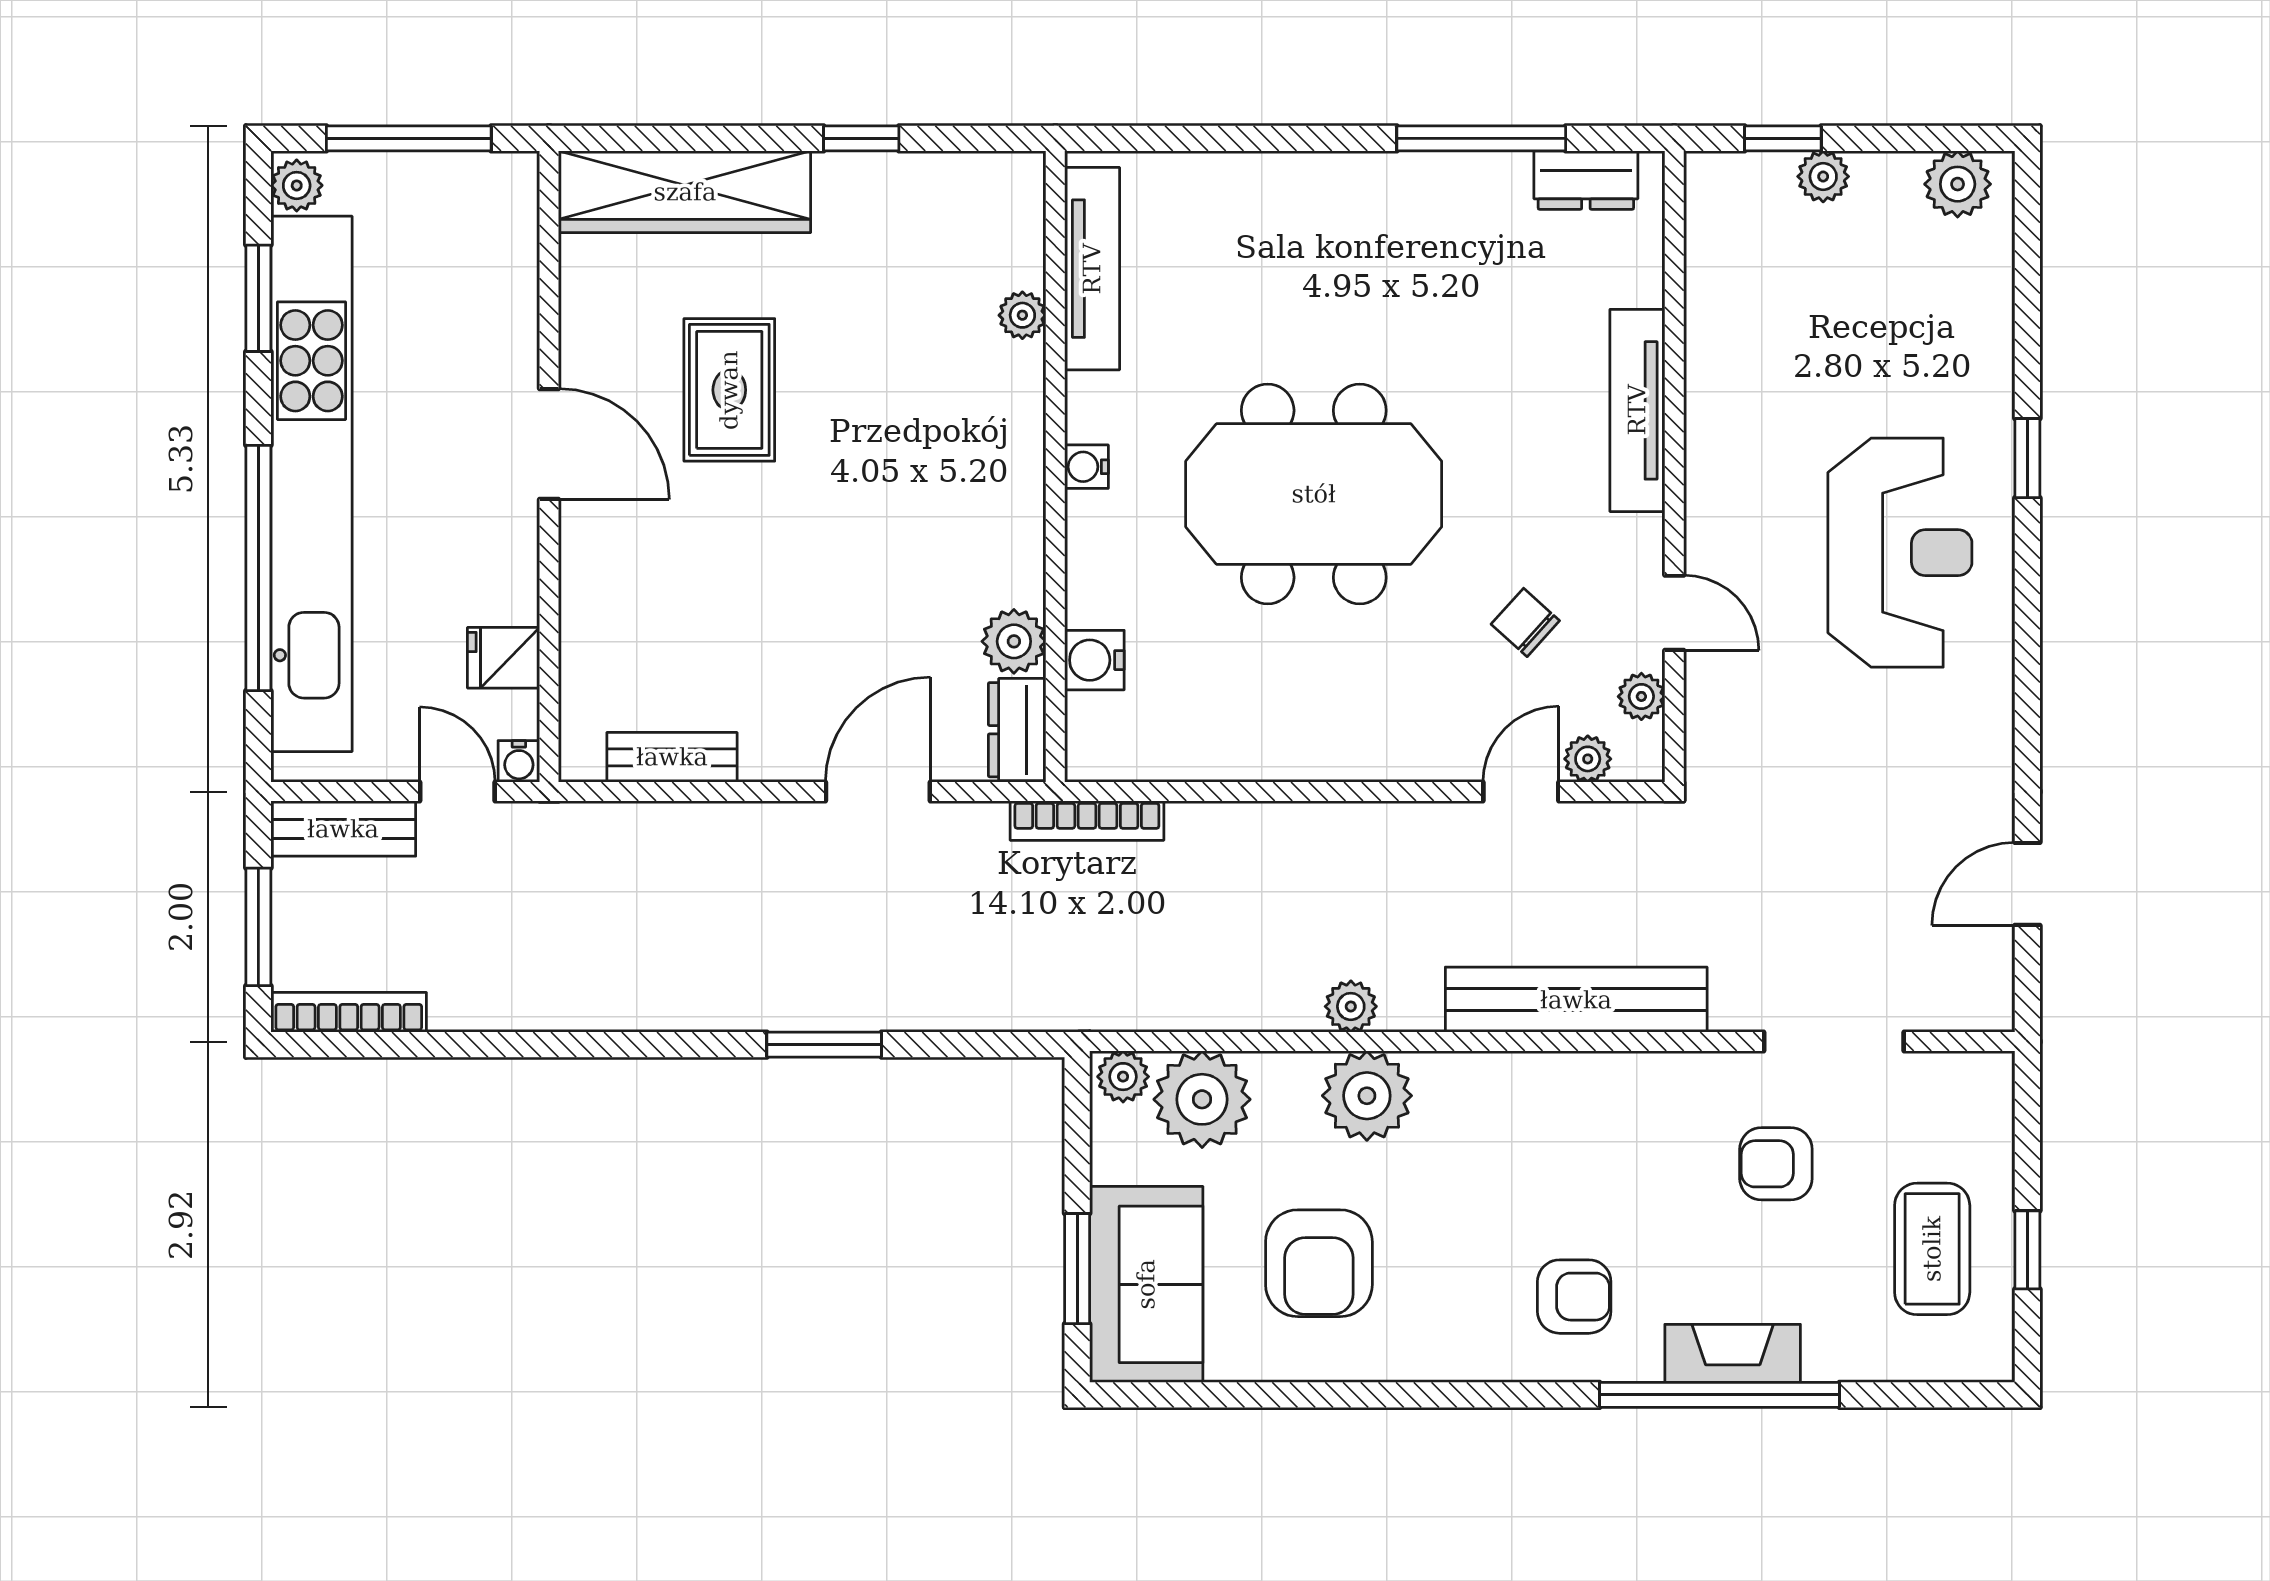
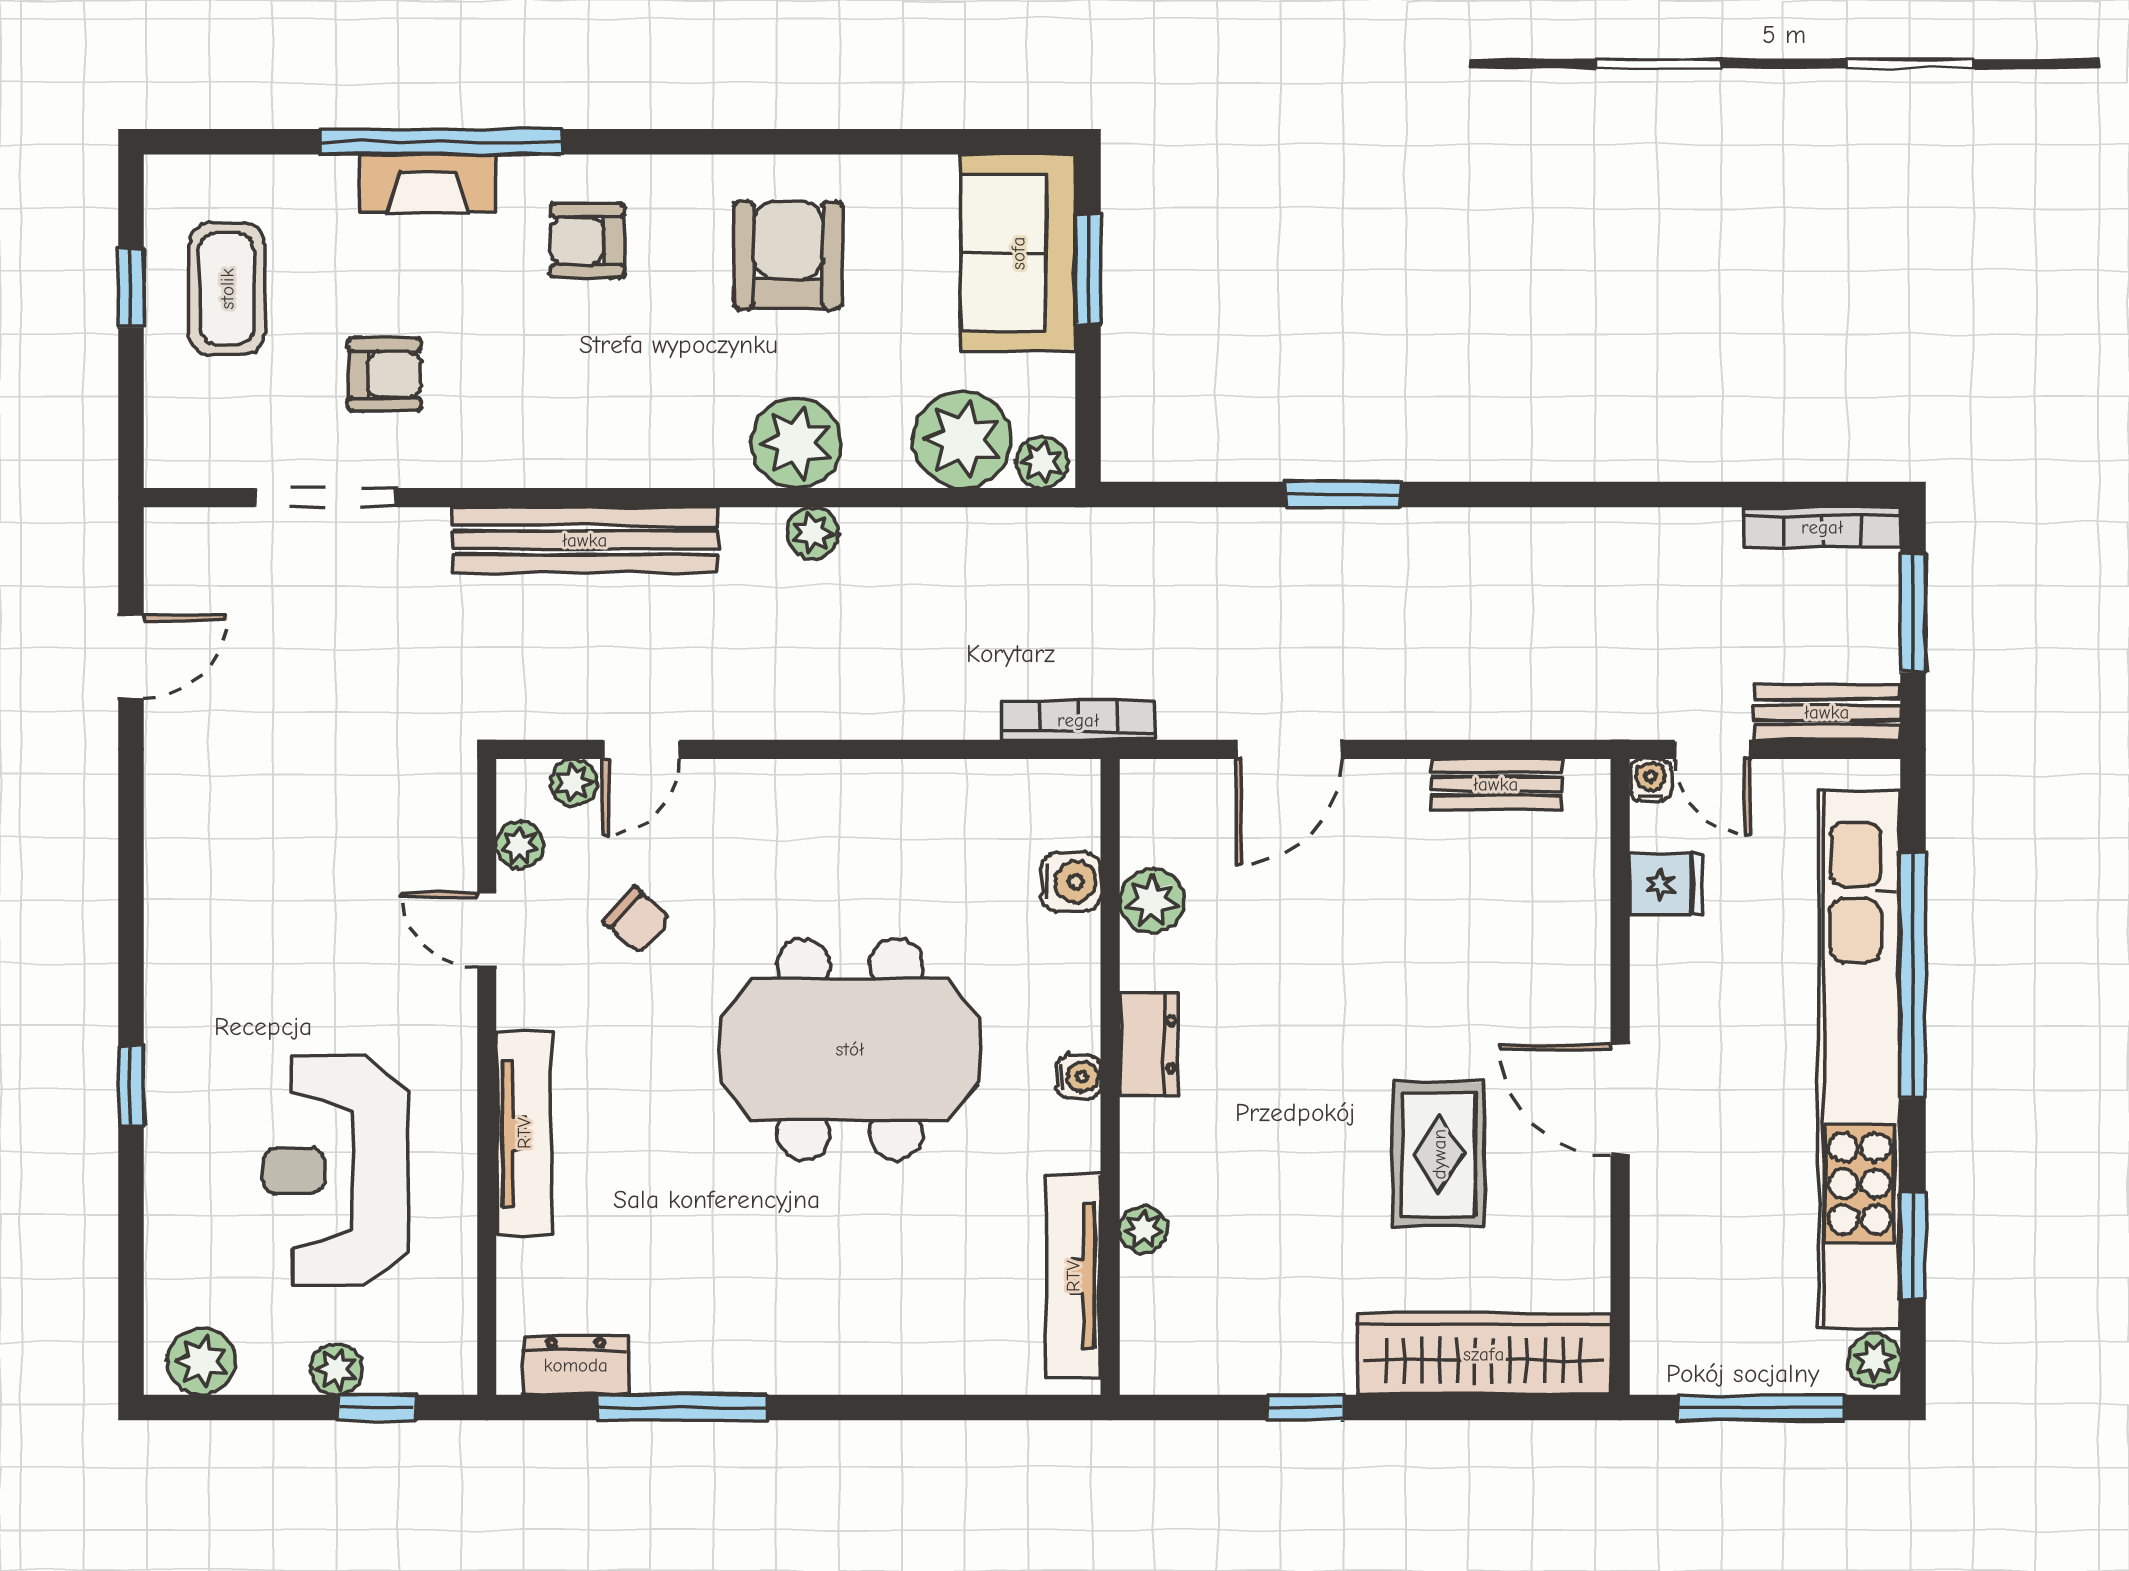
reception desk: (1900, 553) -> (336, 1171), moved
dresser: (1017, 730) -> (1149, 1044), moved
armchair: (1319, 1263) -> (788, 255), moved

